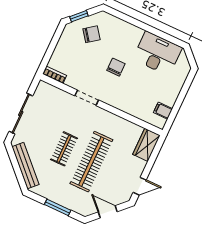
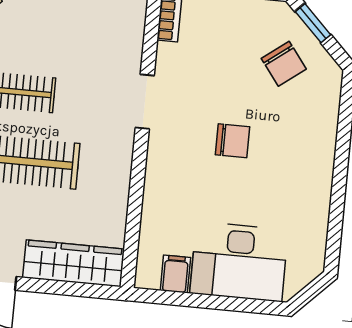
desk: (157, 53) -> (239, 262), moved, turned 90
wardrobe: (146, 145) -> (74, 263), width x1.50

